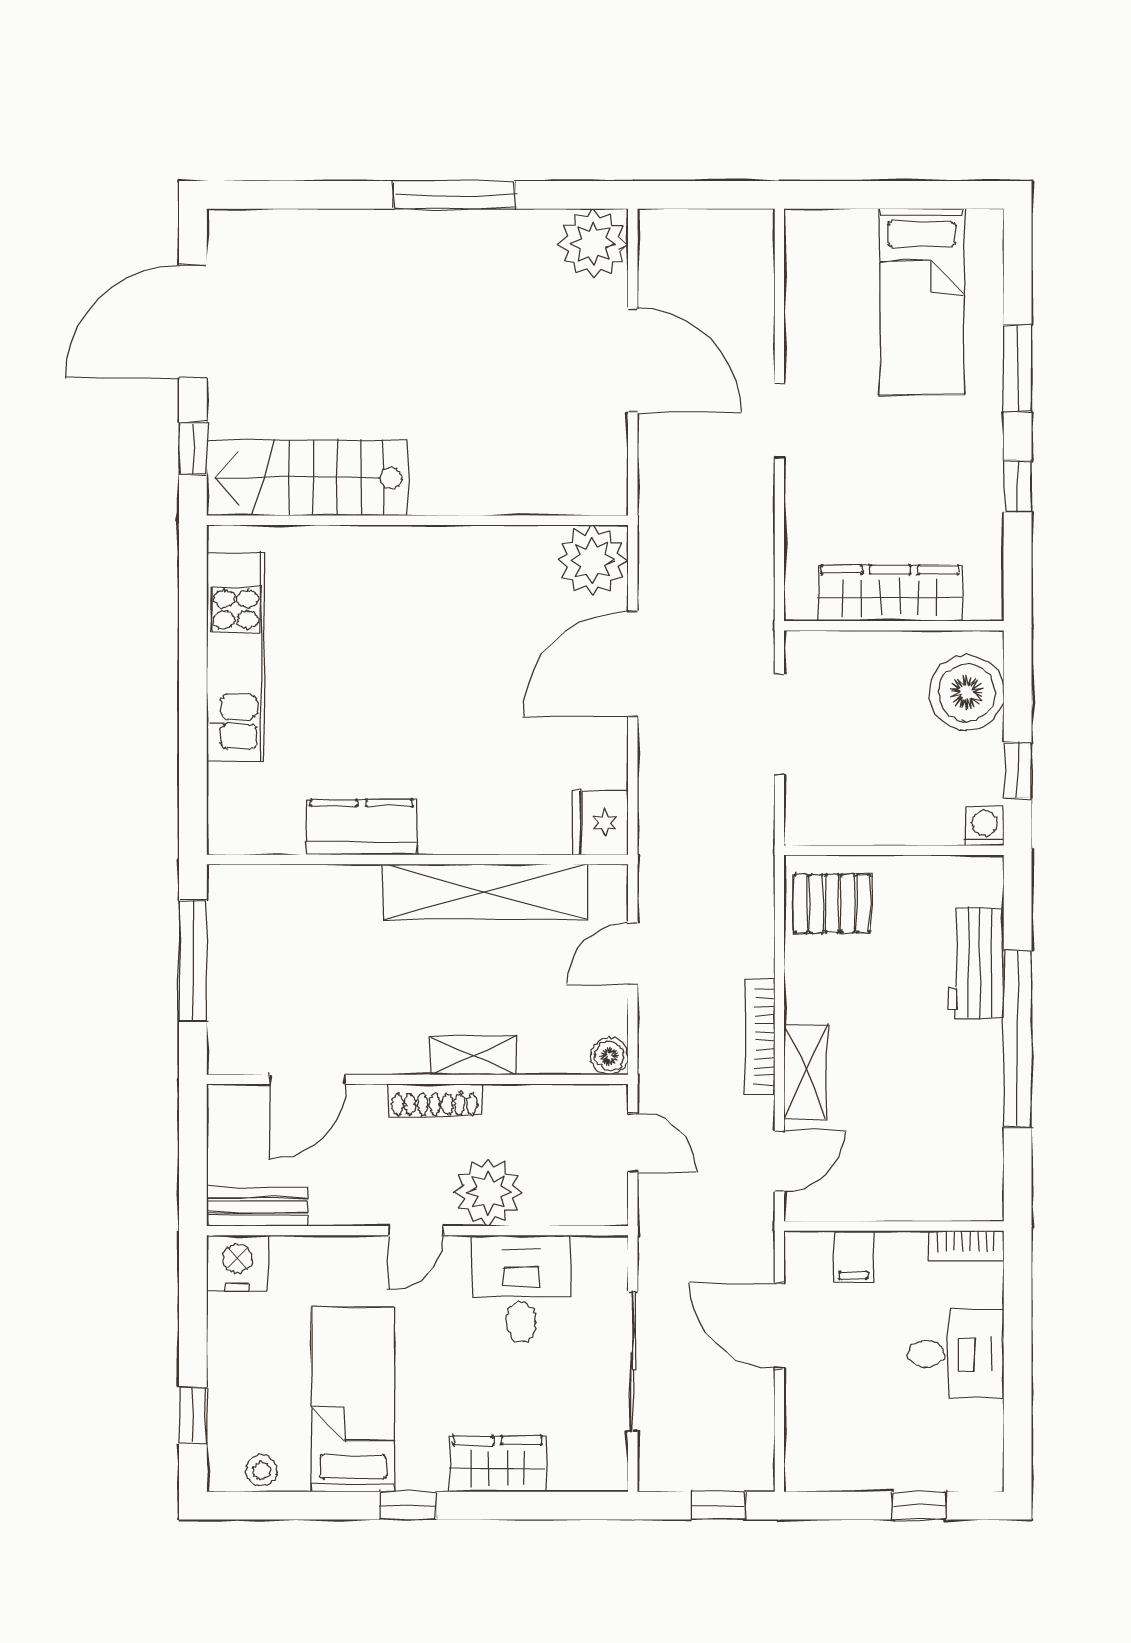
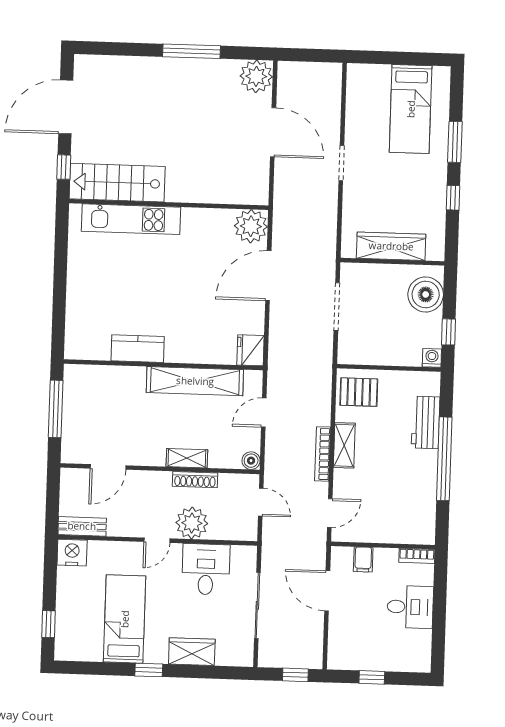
kitchen unit: (236, 657) -> (131, 219), moved, turned 90
shelving: (805, 1072) -> (344, 445), moved
shoe rack: (435, 1100) -> (195, 480), moved
stool: (261, 1470) -> (80, 651), removed
window: (919, 1506) -> (372, 677), moved

